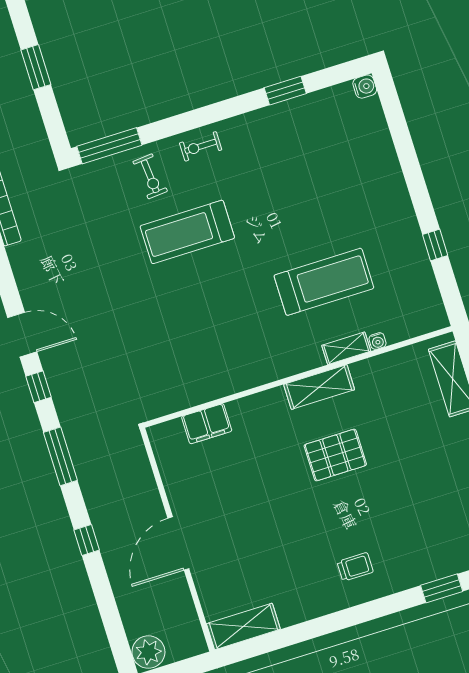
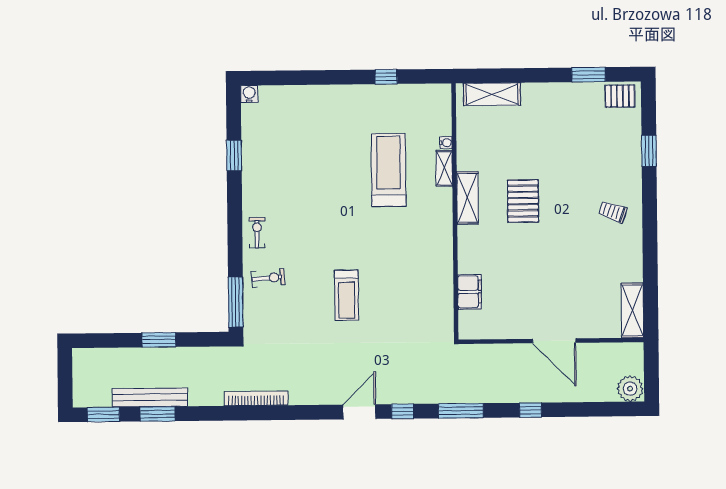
exercise bike: (201, 146) -> (257, 233), turned 180
treadmill: (187, 232) -> (346, 295), moved, width x0.73, depth x0.73
trolley: (355, 567) -> (613, 212), turned -71

